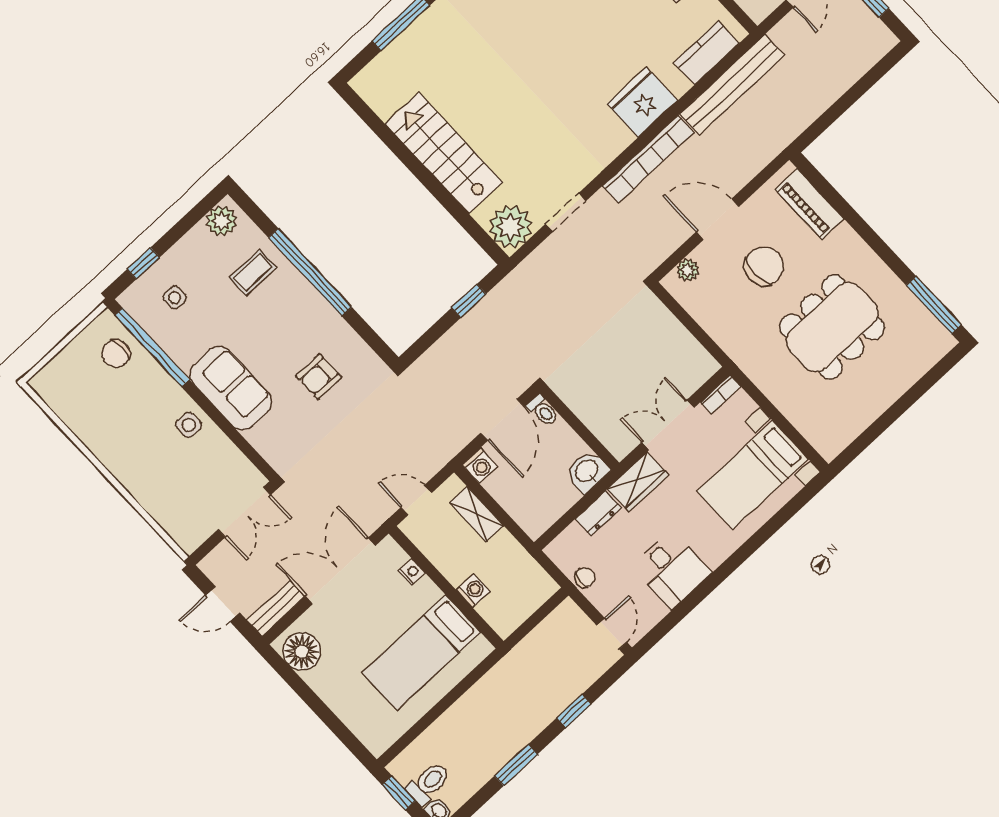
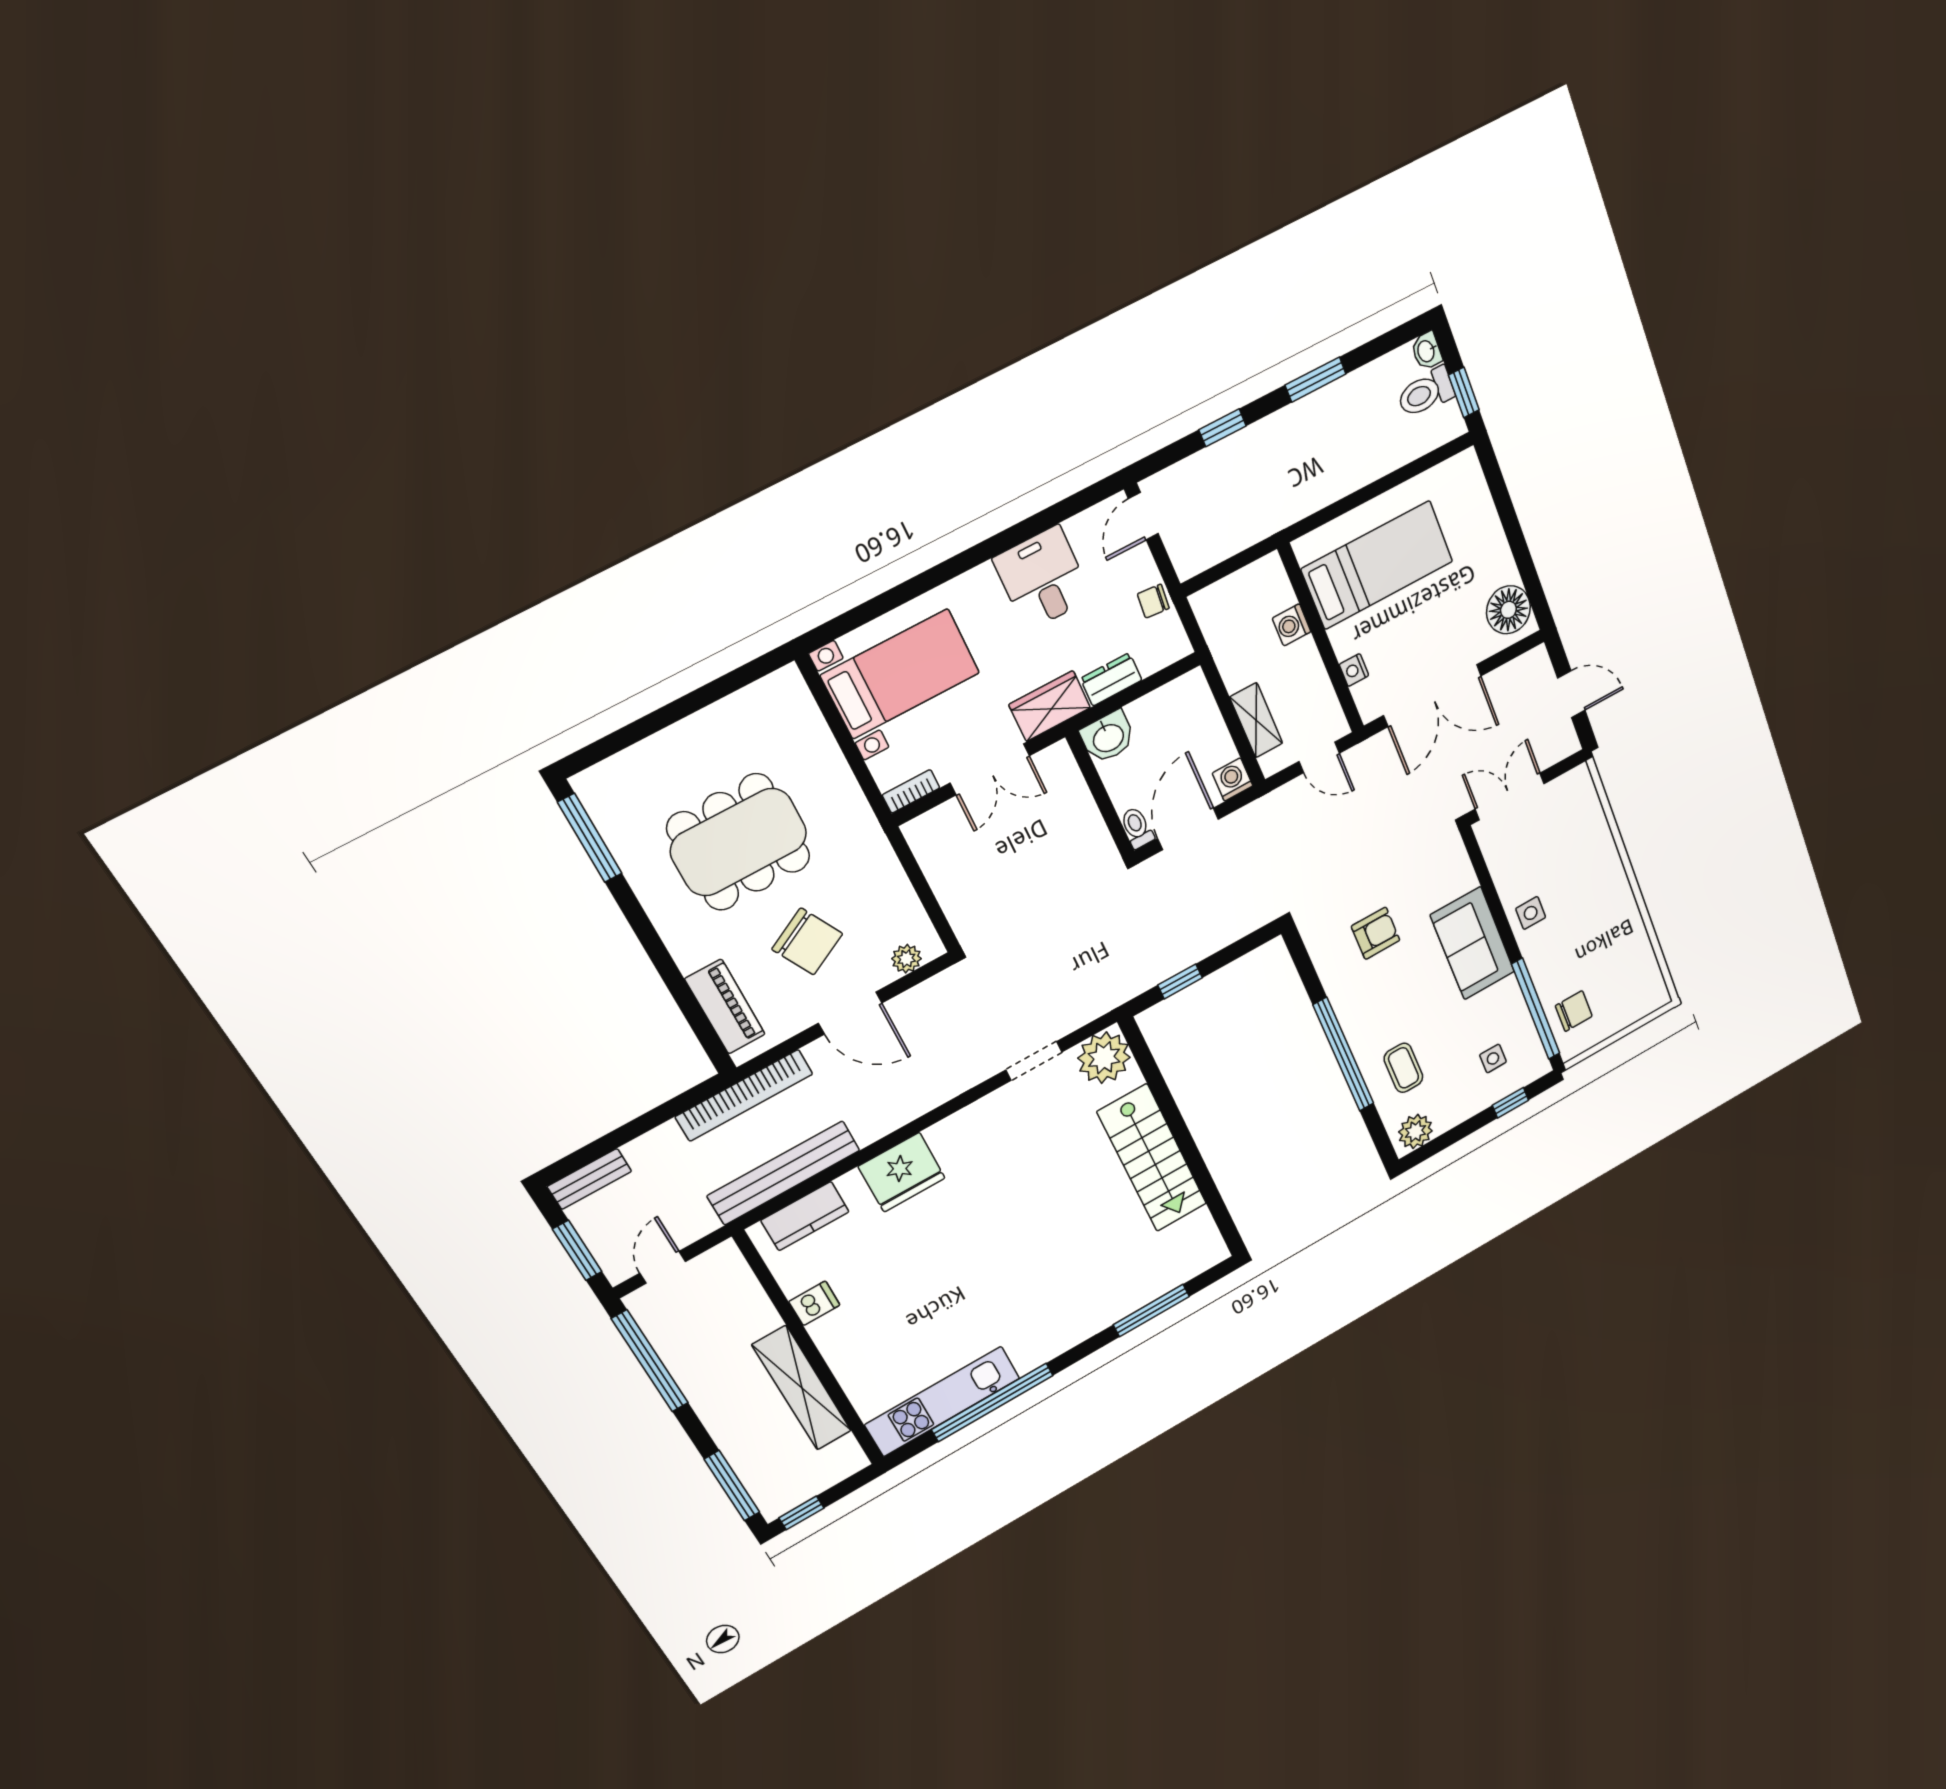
bookcase: (648, 159) -> (744, 1095), moved, turned 180
chair: (764, 266) -> (807, 941), turned -118
coffee table: (253, 272) -> (1403, 1068), turned 90
bench: (276, 609) -> (589, 1179), moved

